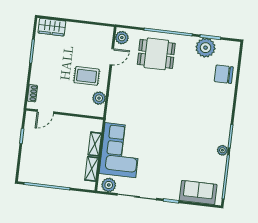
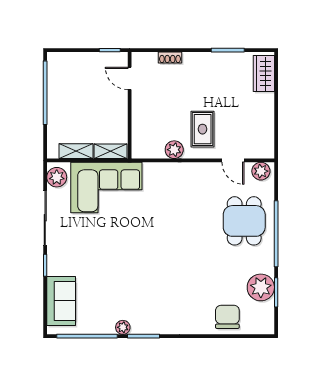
door: (45, 112) -> (130, 78), moved
wall: (65, 114) -> (130, 105), moved

